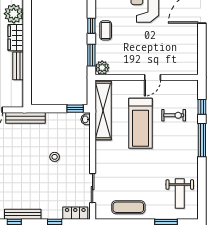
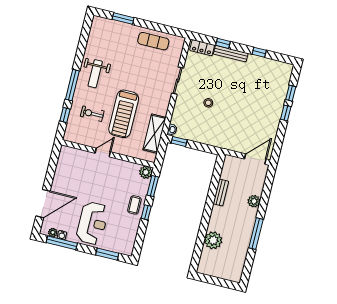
wardrobe: (16, 38) -> (217, 218), removed
shelving: (103, 110) -> (154, 134), width x0.68
bench: (25, 118) -> (226, 144), removed
treadmill: (141, 123) -> (124, 114), turned 180
sliding door: (93, 188) -> (178, 81), moved
weight bench: (180, 193) -> (95, 74), moved, turned 180
bench: (23, 214) -> (231, 54), moved

